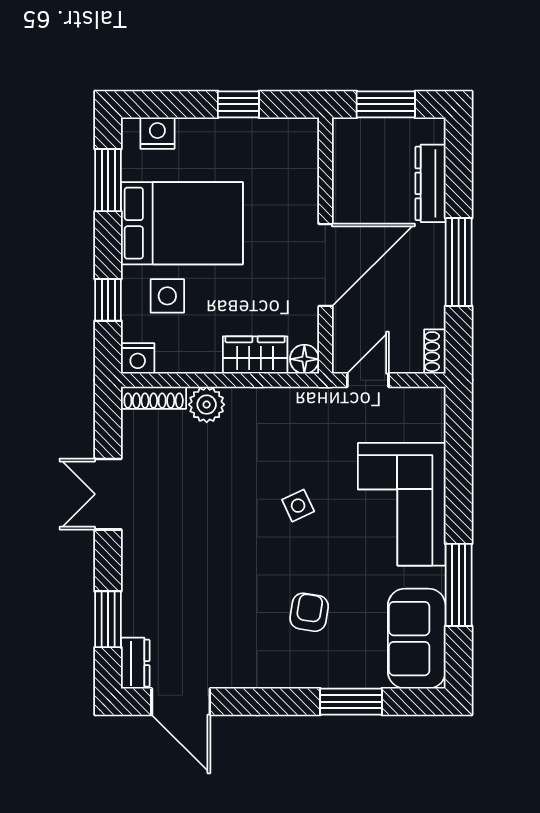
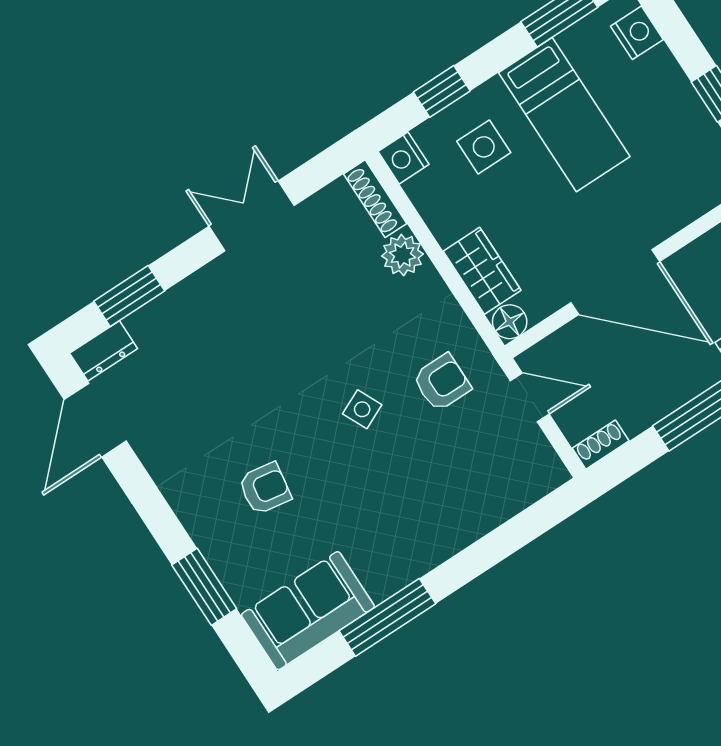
bed: (182, 223) -> (564, 115), width x0.67
armchair: (316, 436) -> (442, 382), added
corner sofa: (402, 504) -> (430, 510), removed

